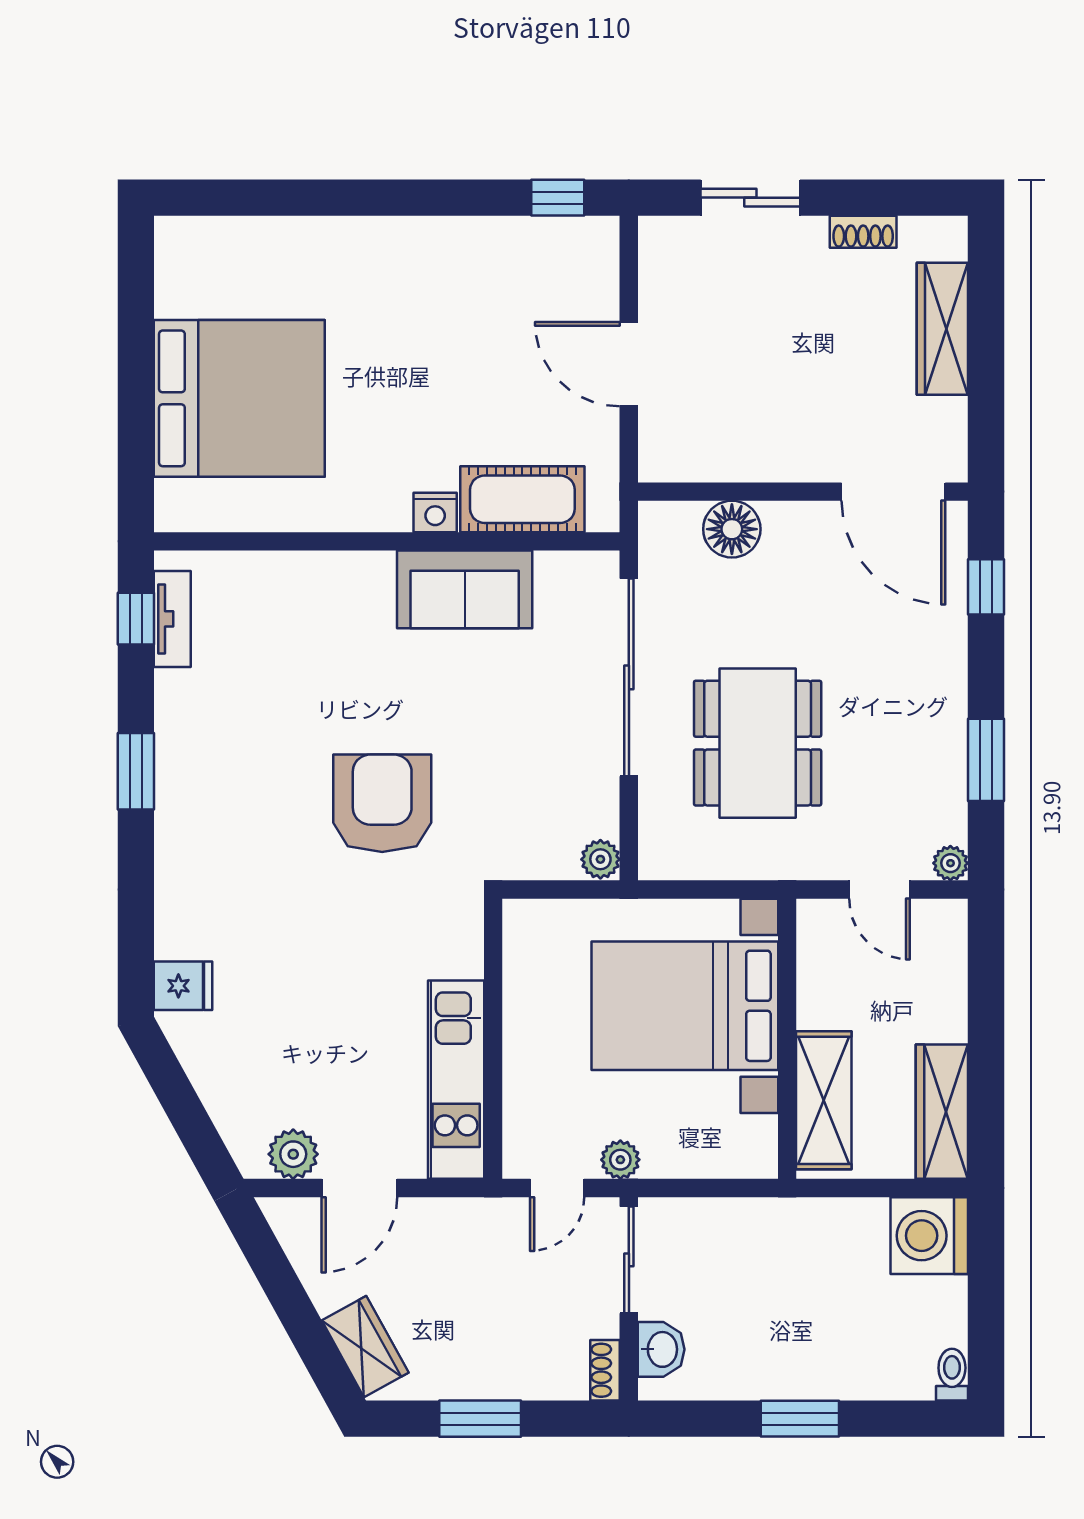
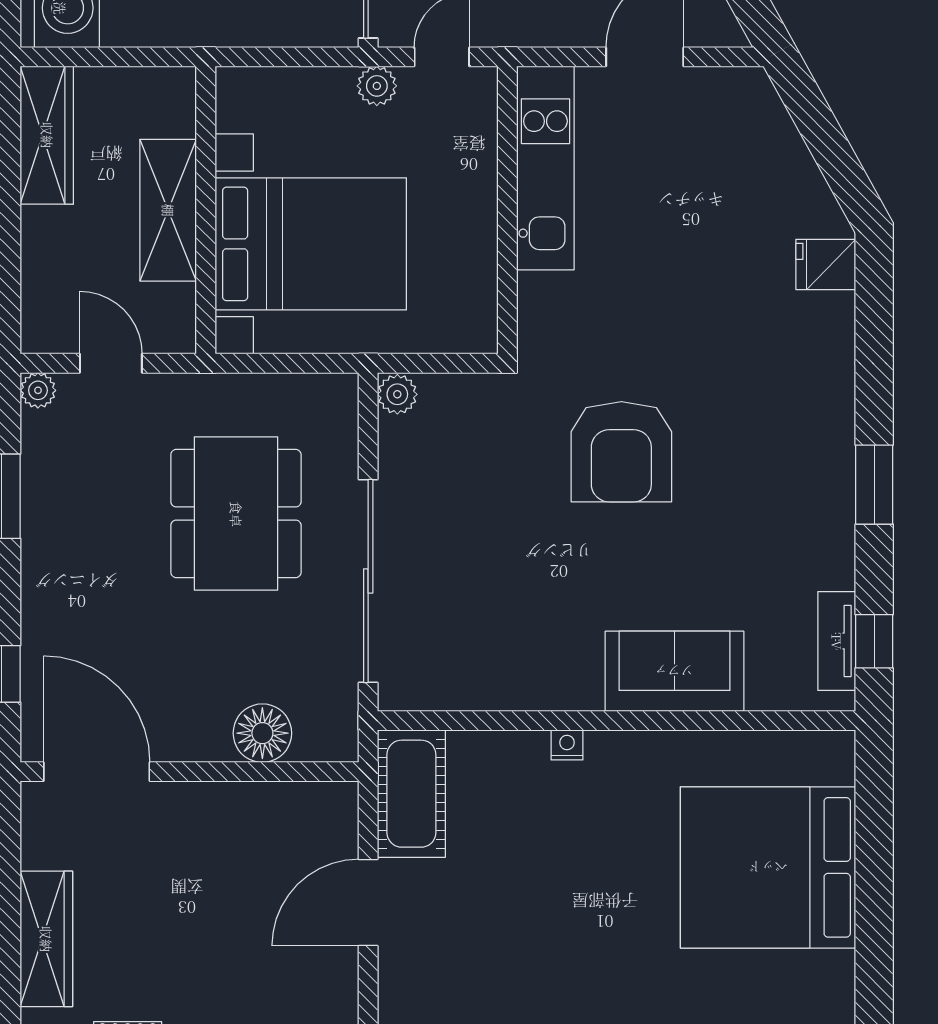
door: (629, 364) -> (368, 903), swing flipped
cot: (522, 499) -> (411, 794), moved, turned 90
nightstand: (435, 512) -> (567, 745), width x0.72, depth x0.74
sofa: (465, 589) -> (674, 671), moved
shelving: (824, 1100) -> (168, 210), moved
plant: (293, 1154) -> (713, 92), removed

